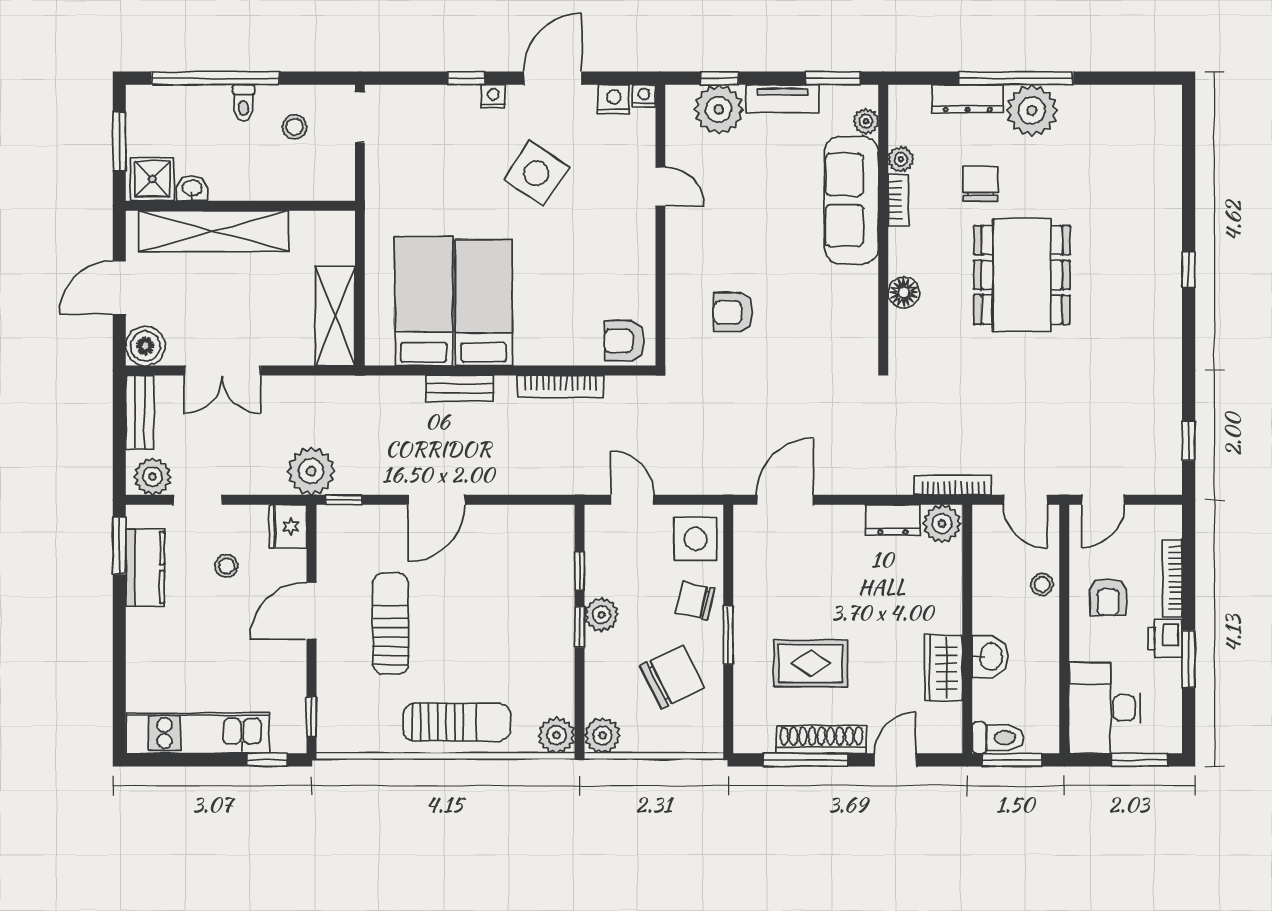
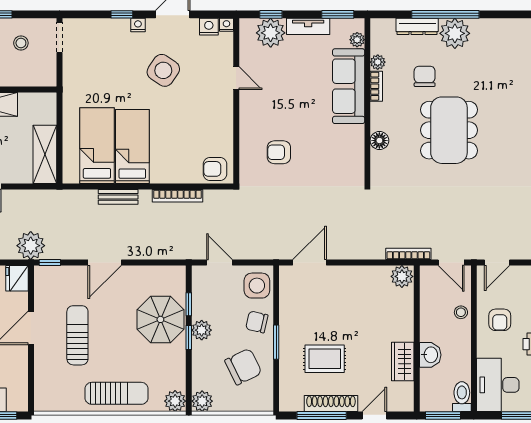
dresser: (893, 520) -> (373, 274), removed
parasol: (532, 597) -> (160, 319), added
window: (311, 717) -> (31, 390), removed
toilet: (998, 738) -> (462, 397), moved, turned -90

